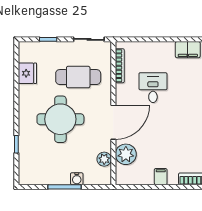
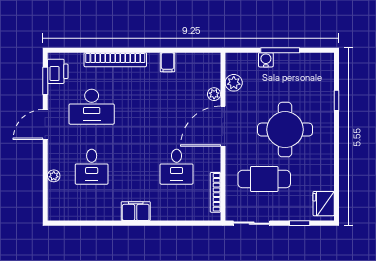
fridge: (27, 73) -> (324, 204), moved
plant: (126, 154) -> (214, 94), width x0.53, depth x0.53

